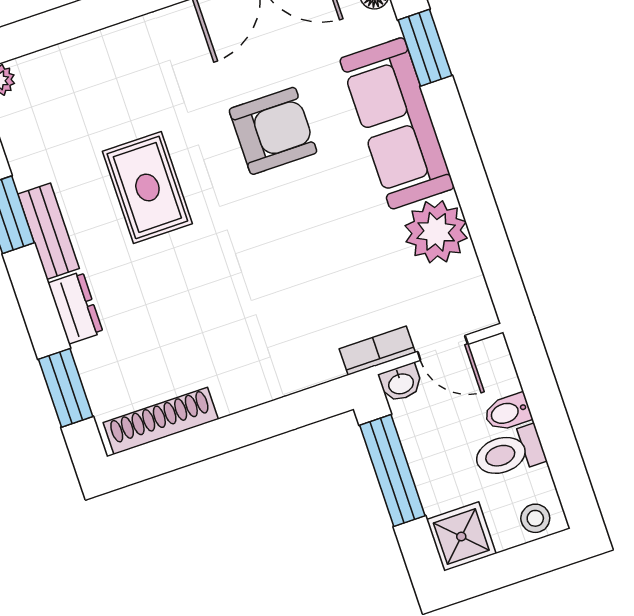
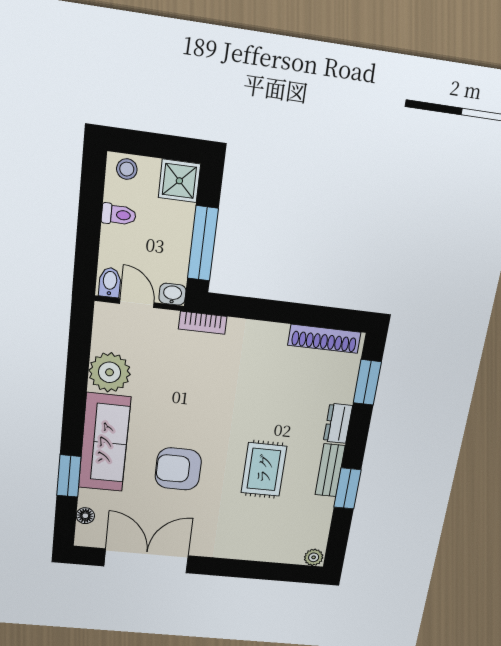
bookcase: (377, 351) -> (203, 323), moved
bidet: (508, 412) -> (110, 282), moved, turned -90
toilet: (509, 453) -> (119, 215), width x0.73, depth x0.72

